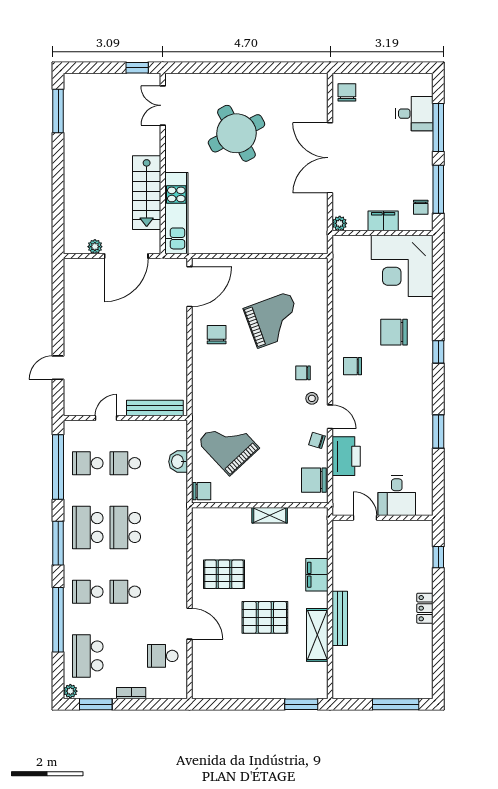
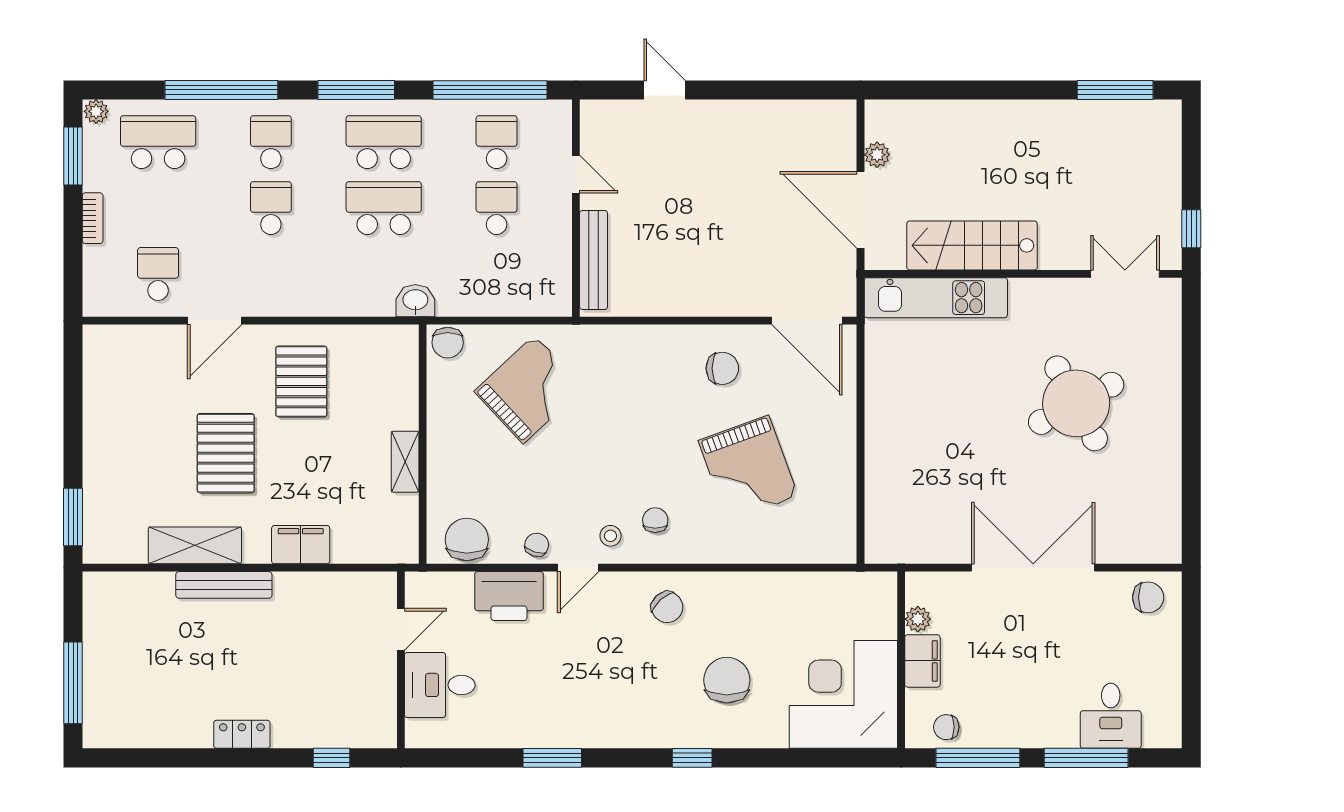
plant: (340, 223) -> (918, 619), moved
chair: (352, 366) -> (667, 607), turned 138
washbasin: (178, 462) -> (415, 301), moved

